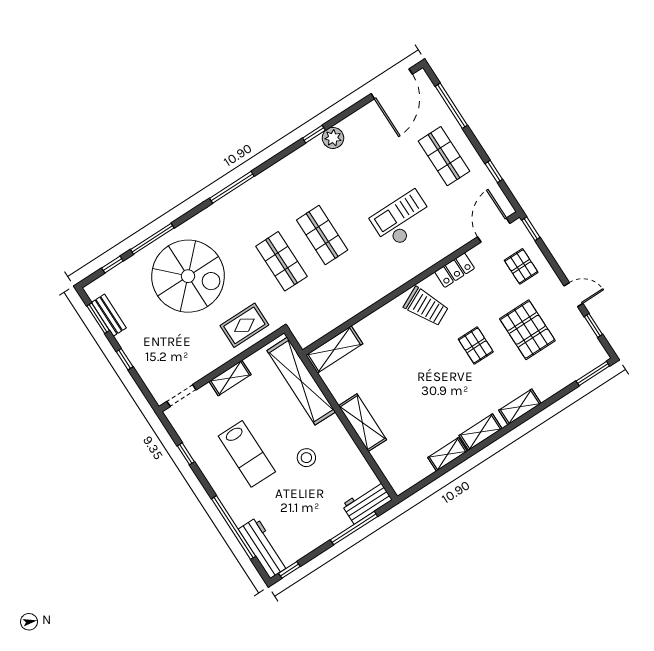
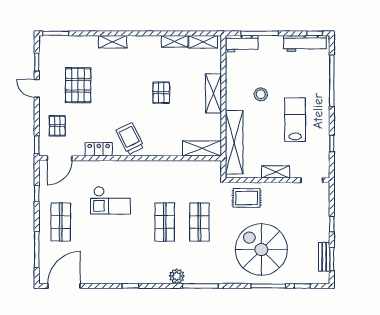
plant: (333, 138) -> (177, 276), moved
pallet: (476, 345) -> (161, 93), moved
shelving: (481, 432) -> (203, 42), moved
workbench: (263, 548) -> (305, 43), moved, turned -90

